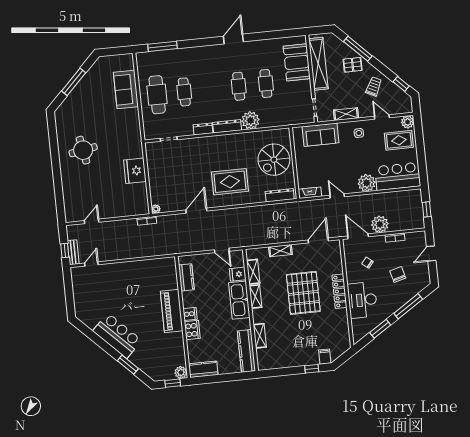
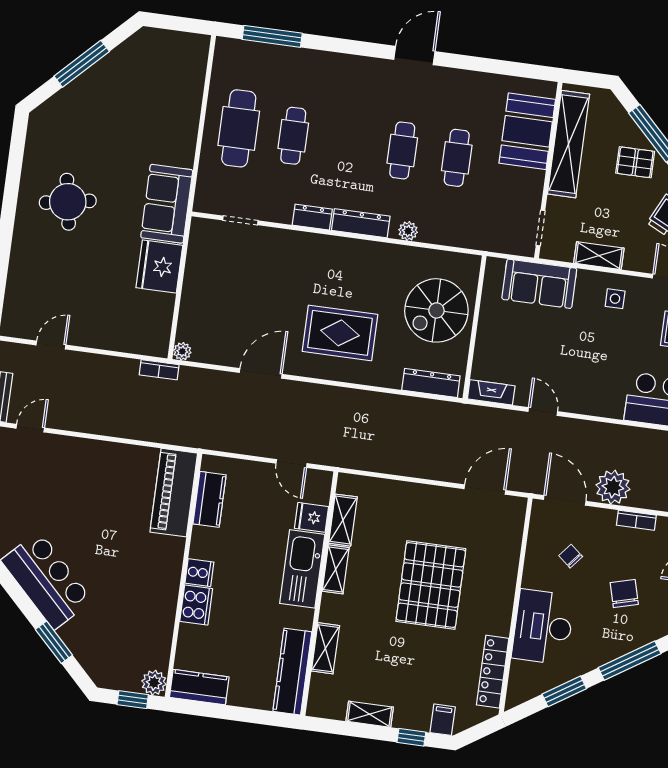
sofa: (126, 89) -> (167, 204), moved
plant: (250, 120) -> (408, 231), width x0.53, depth x0.53
plant: (367, 183) -> (607, 400), removed
shelving: (280, 251) -> (370, 714), moved
locker: (339, 291) -> (493, 672), moved
piano: (172, 311) -> (174, 493), moved

